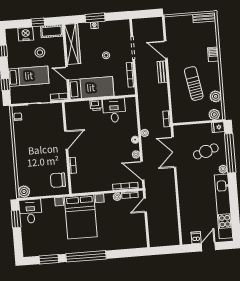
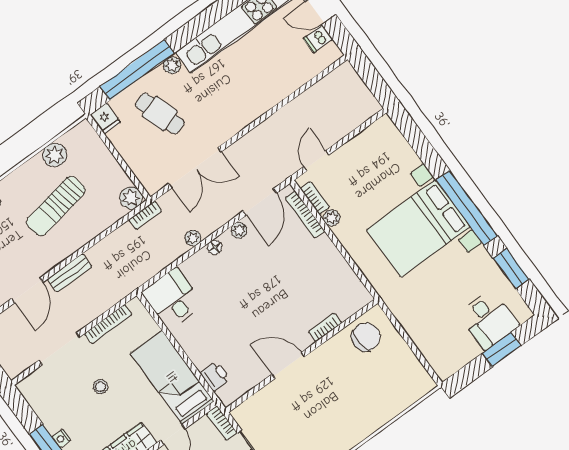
printer: (96, 105) -> (215, 376), moved
desk: (114, 110) -> (173, 299), moved, turned 90
plant: (214, 114) -> (131, 198), moved
chair: (58, 180) -> (366, 337), turned -93
plant: (24, 192) -> (421, 383), removed
door: (145, 205) -> (316, 161), swing flipped
desk: (31, 211) -> (489, 319), moved, turned -90
bed with nightstands: (81, 217) -> (418, 228), moved, turned 180
window: (16, 219) -> (502, 349), moved

